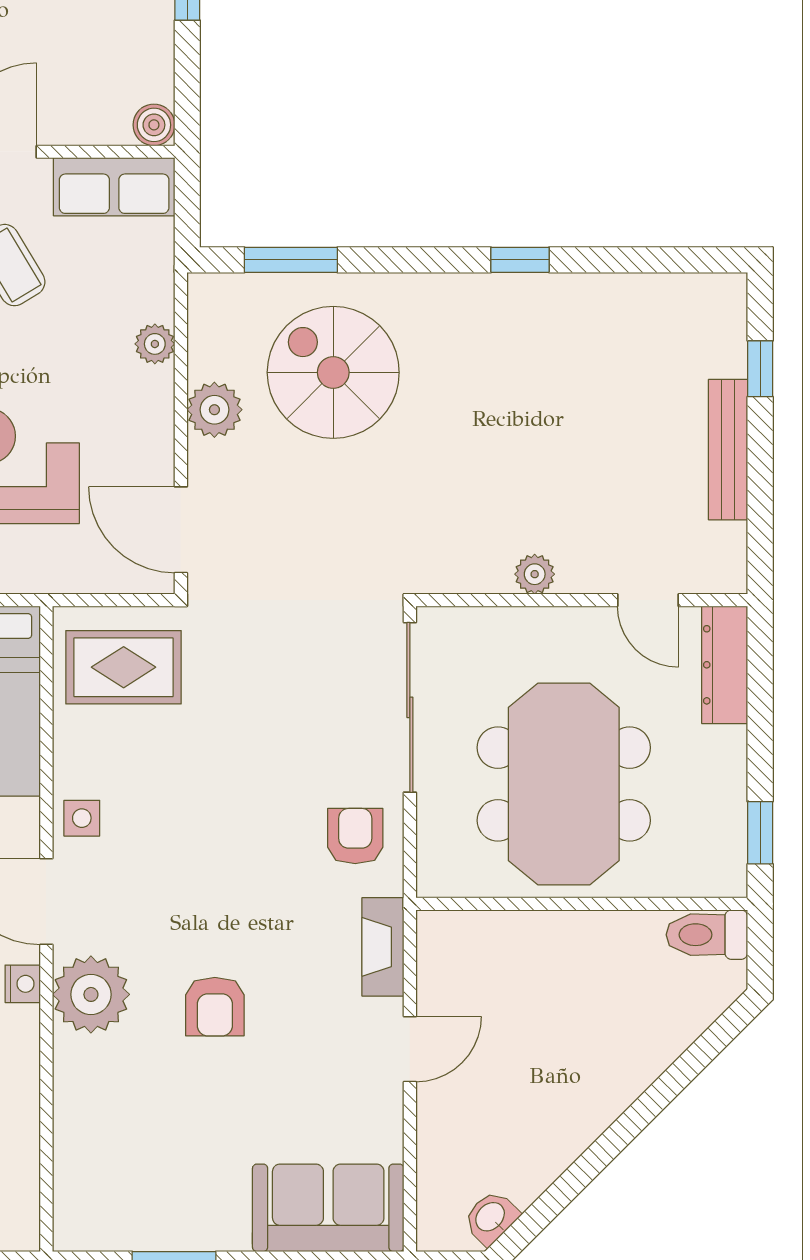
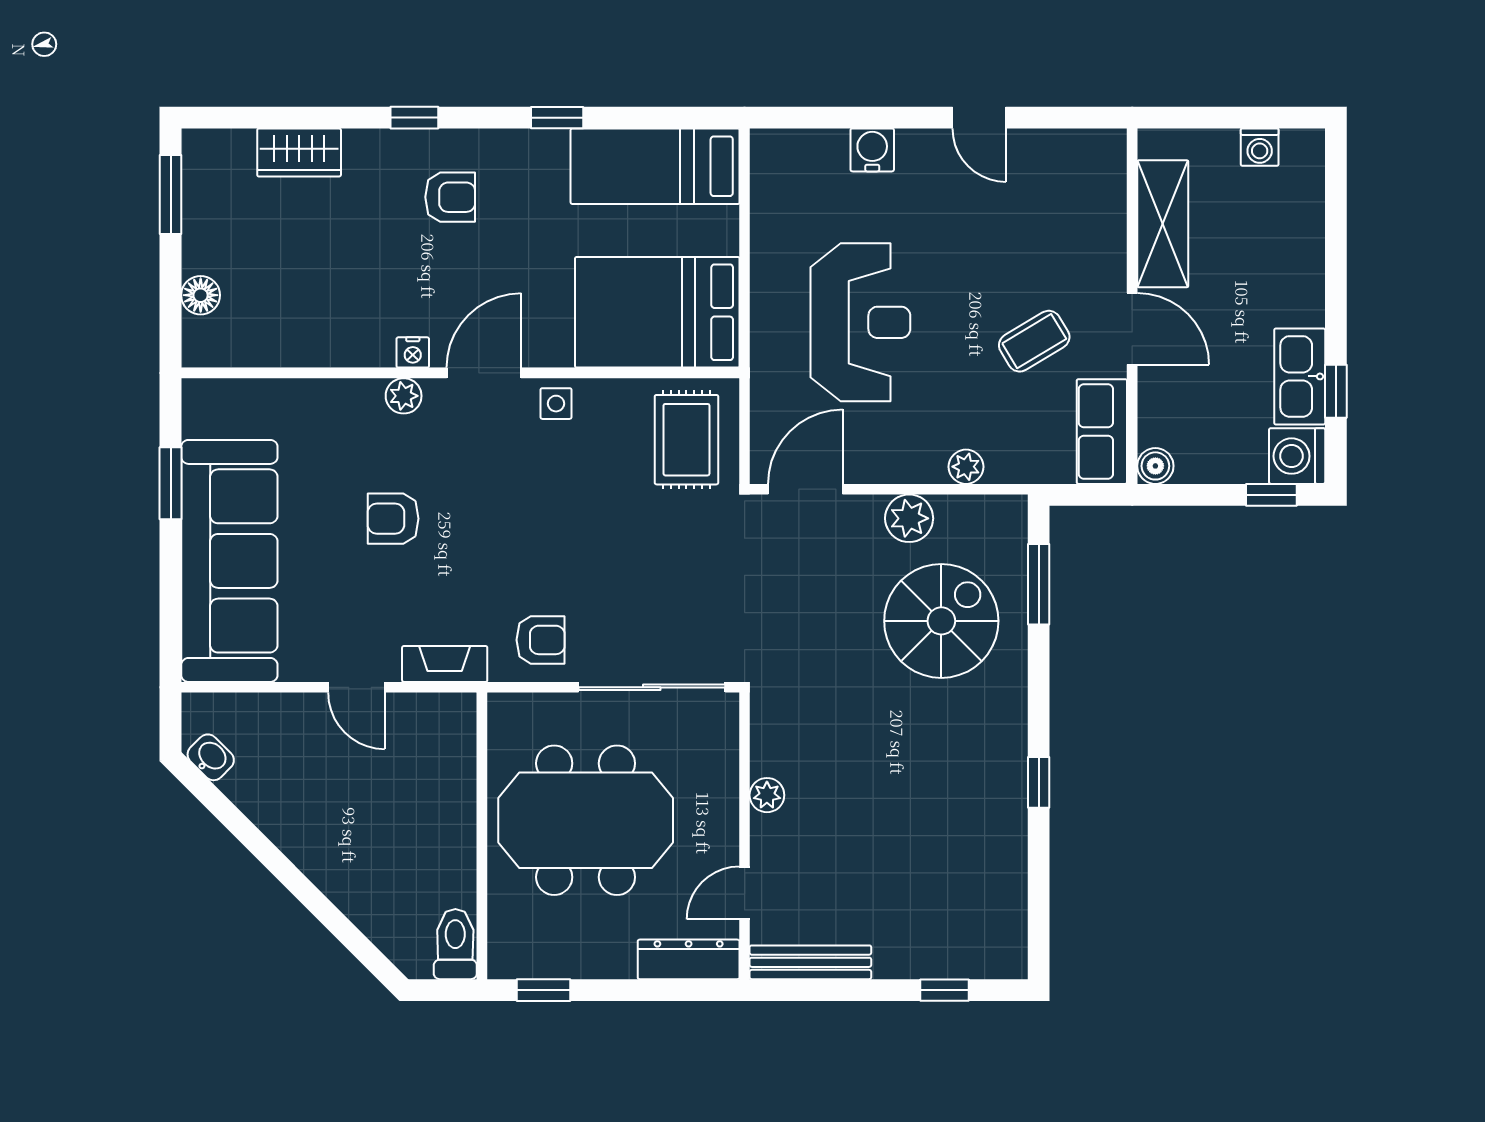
bench: (728, 450) -> (810, 962), moved
plant: (91, 994) -> (404, 396), width x0.53, depth x0.53
sofa: (328, 1208) -> (229, 561), width x1.85, depth x1.27

